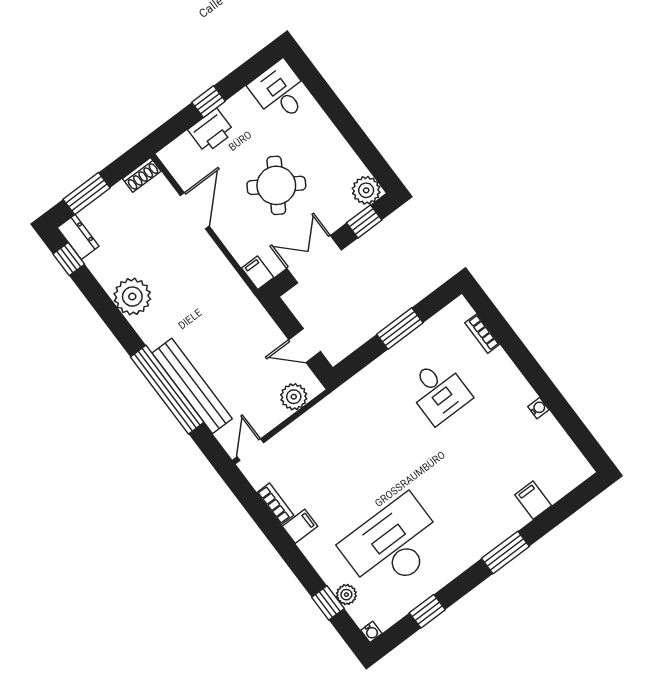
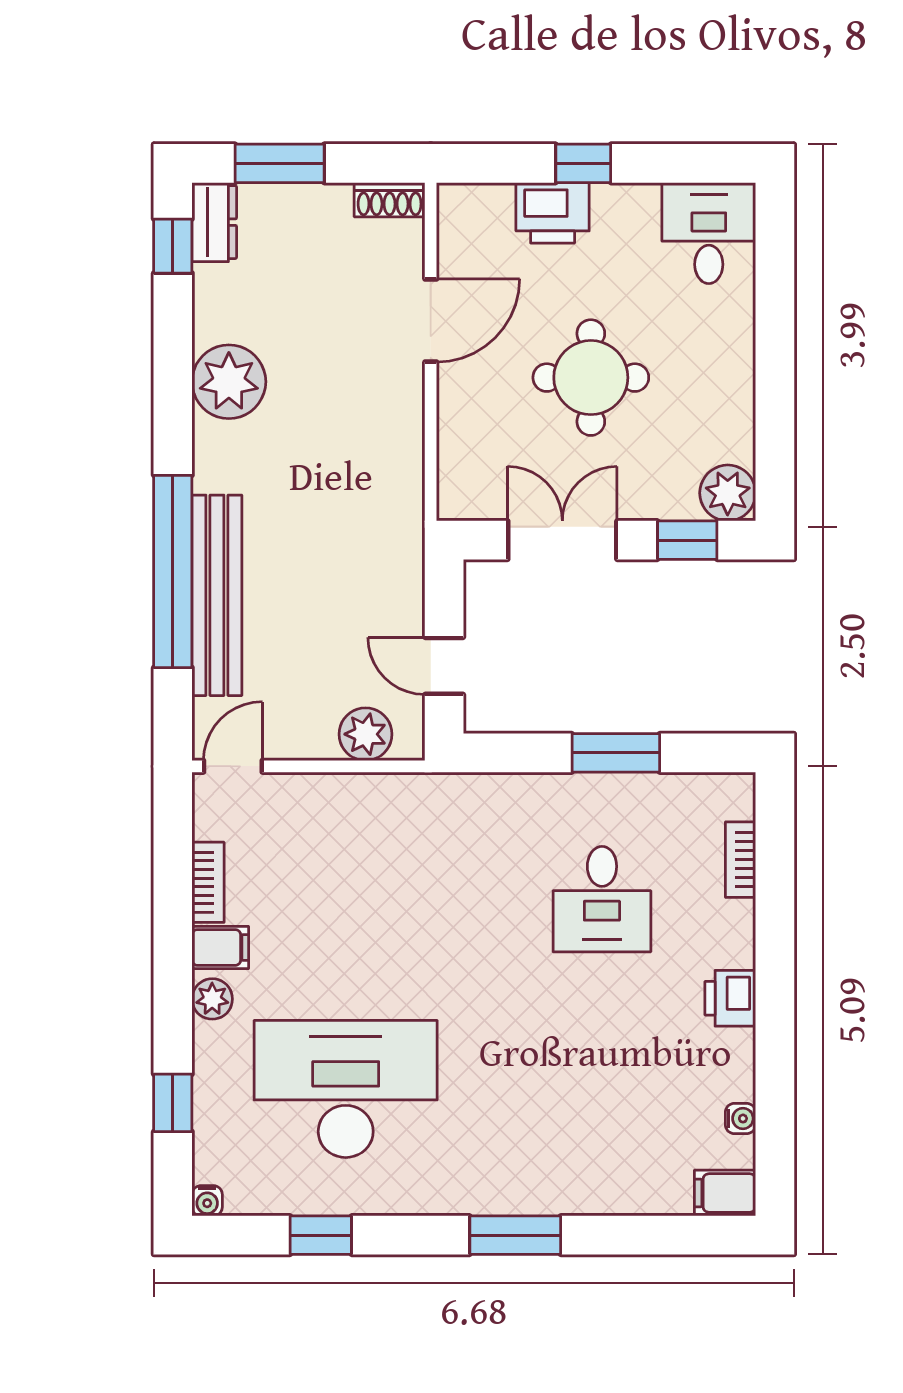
round table: (276, 185) -> (591, 378), turned -32
filing cabinet: (258, 273) -> (457, 494), removed
printer: (520, 392) -> (730, 998), added
water cooler: (538, 408) -> (740, 1119), moved
filing cabinet: (533, 500) -> (725, 1193), moved, turned -90
plant: (346, 595) -> (212, 999), moved

